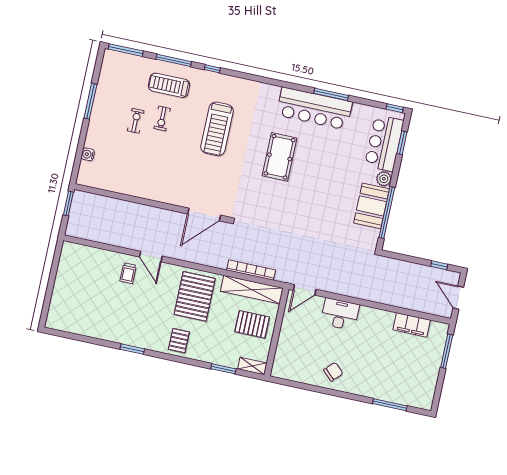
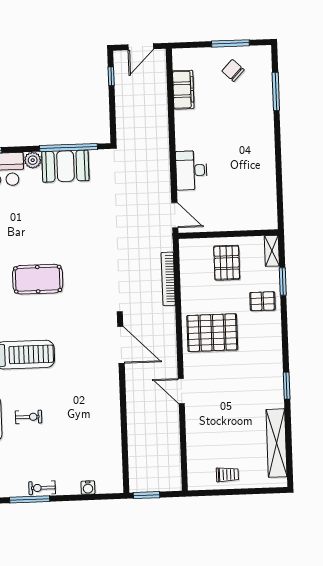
exercise bike: (136, 121) -> (42, 488), moved
door: (151, 257) -> (181, 391), swing flipped
trolley: (128, 273) -> (227, 475), moved
shelving: (252, 290) -> (276, 443), moved
pallet: (179, 341) -> (263, 301), moved
window: (447, 351) -> (230, 43), moved
chair: (333, 372) -> (233, 70), moved

